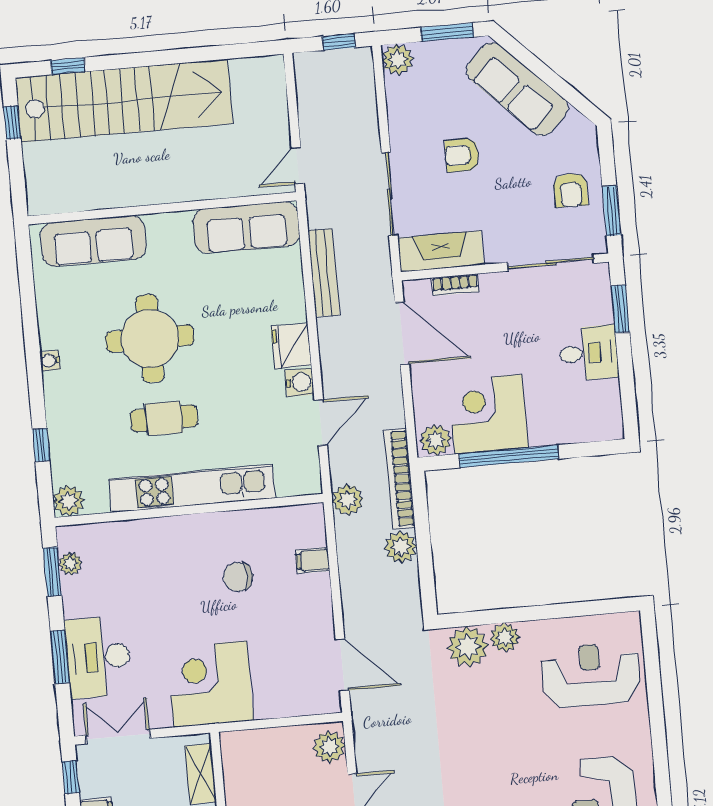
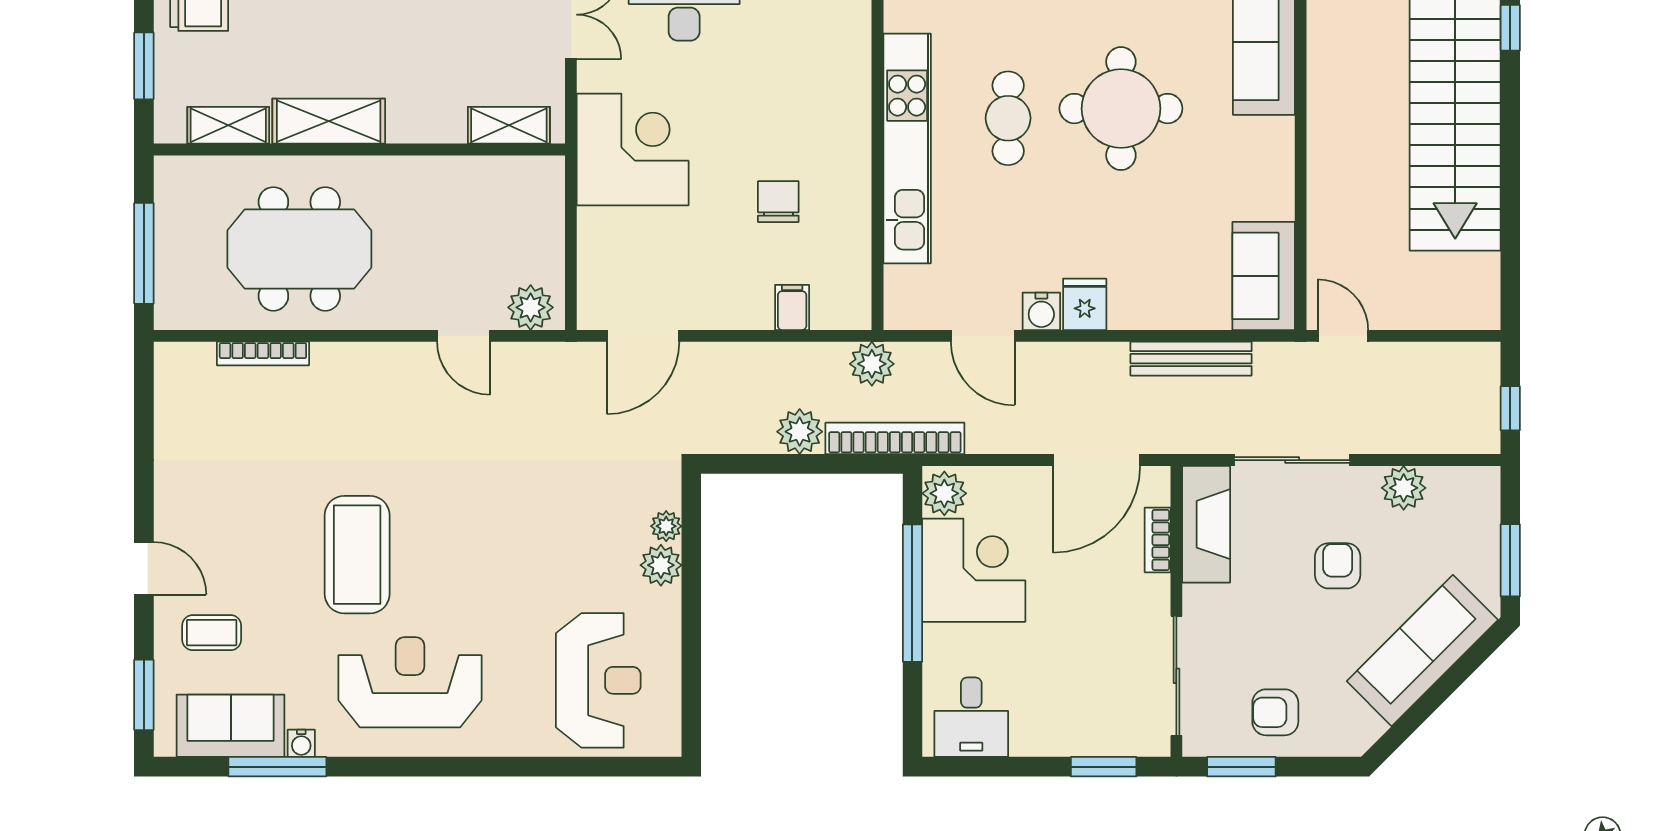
plant: (398, 59) -> (1404, 488), moved
sofa: (246, 227) -> (1264, 276), width x0.73
fridge: (291, 346) -> (1085, 304), width x0.72
desk: (589, 353) -> (971, 717), moved
plant: (468, 647) -> (666, 526), width x0.53, depth x0.53

